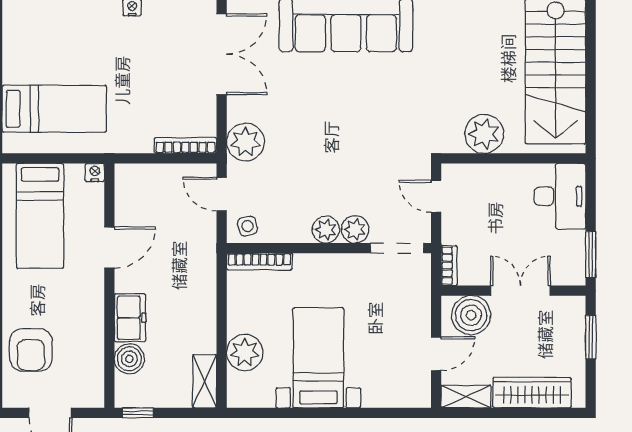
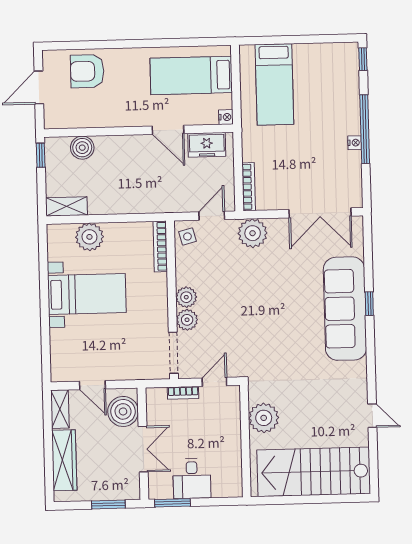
desk: (560, 196) -> (192, 478), moved, width x0.73
bookcase: (449, 266) -> (183, 393), moved
freezer: (130, 318) -> (207, 145), moved

